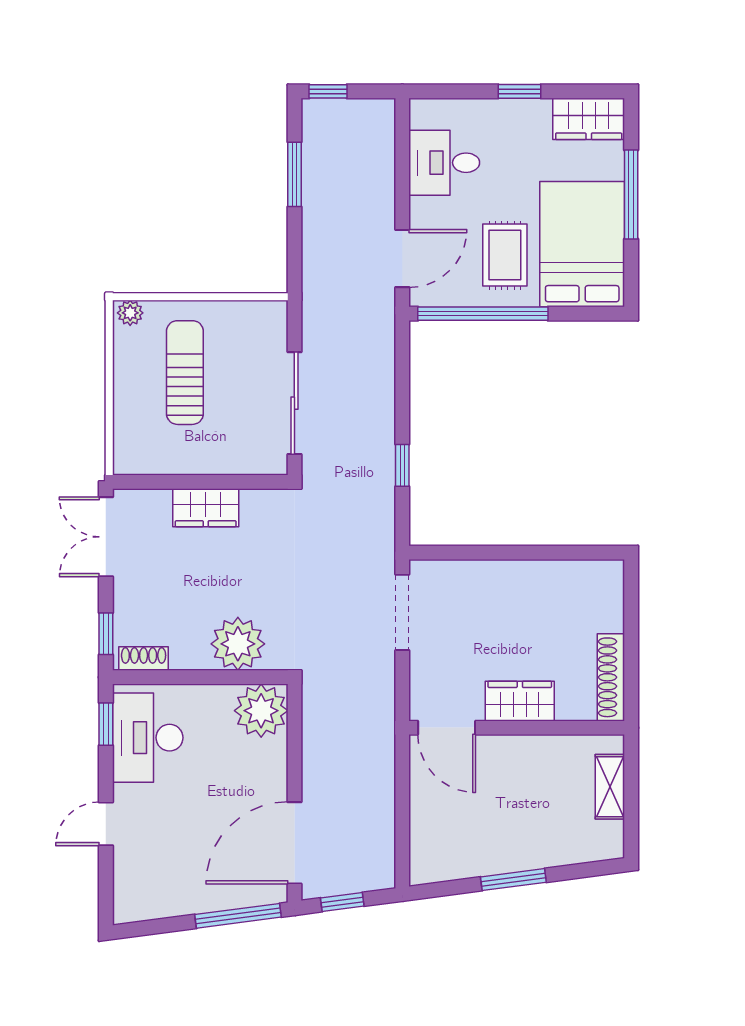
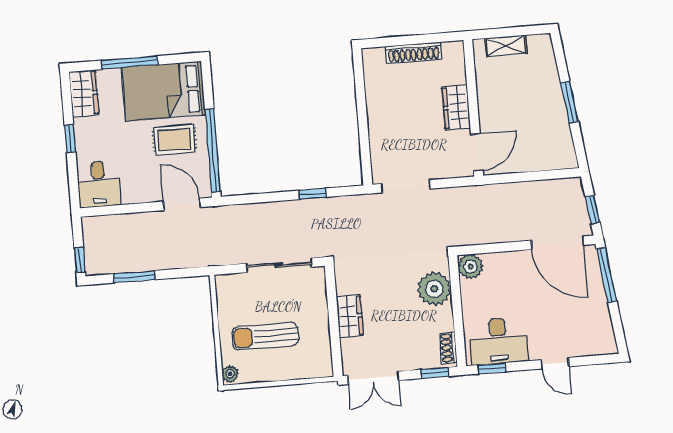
desk: (444, 163) -> (99, 184), moved
shoe rack: (611, 677) -> (413, 53), moved
plant: (261, 711) -> (471, 267), width x0.73, depth x0.73

